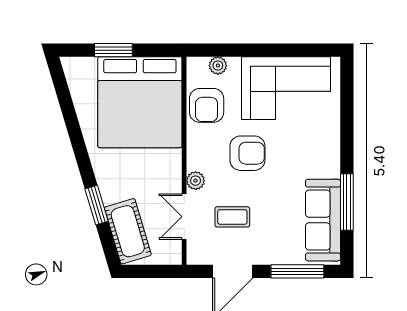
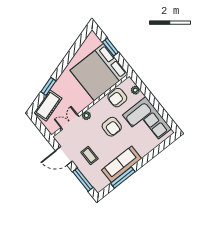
coffee table: (232, 217) -> (89, 155), moved
sofa: (323, 220) -> (122, 164), moved

